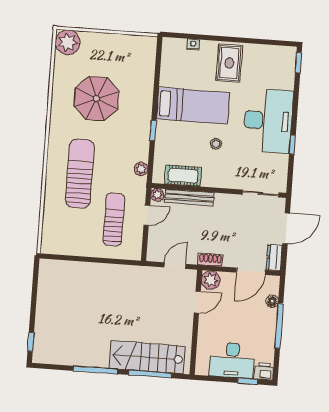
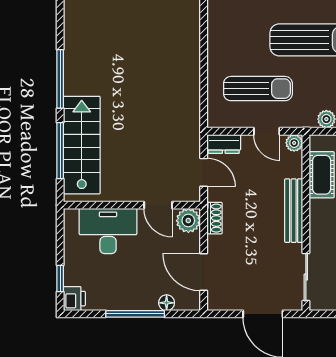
bench: (189, 198) -> (294, 211), moved
dresser: (274, 258) -> (224, 144), moved, turned 180
desk: (232, 360) -> (108, 231), moved, turned 90

